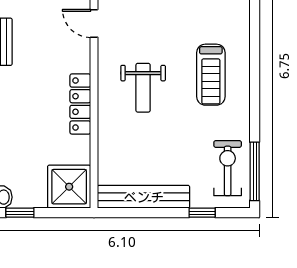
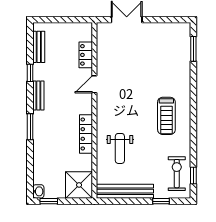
door: (94, 23) -> (94, 84), hinge flipped
weight bench: (143, 88) -> (120, 148), moved
window: (255, 171) -> (193, 175), width x0.46

